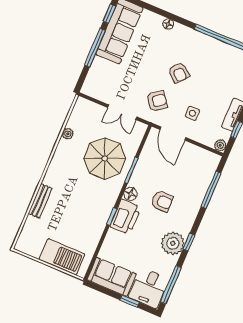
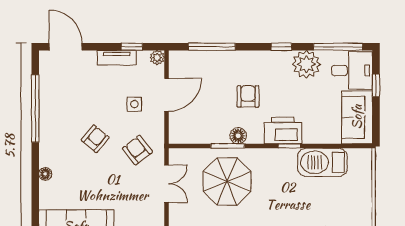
door: (173, 134) -> (167, 95), moved
floor lamp: (130, 194) -> (238, 136), moved
plant: (173, 243) -> (306, 64), moved
barbecue: (62, 257) -> (322, 162), moved, turned -90

